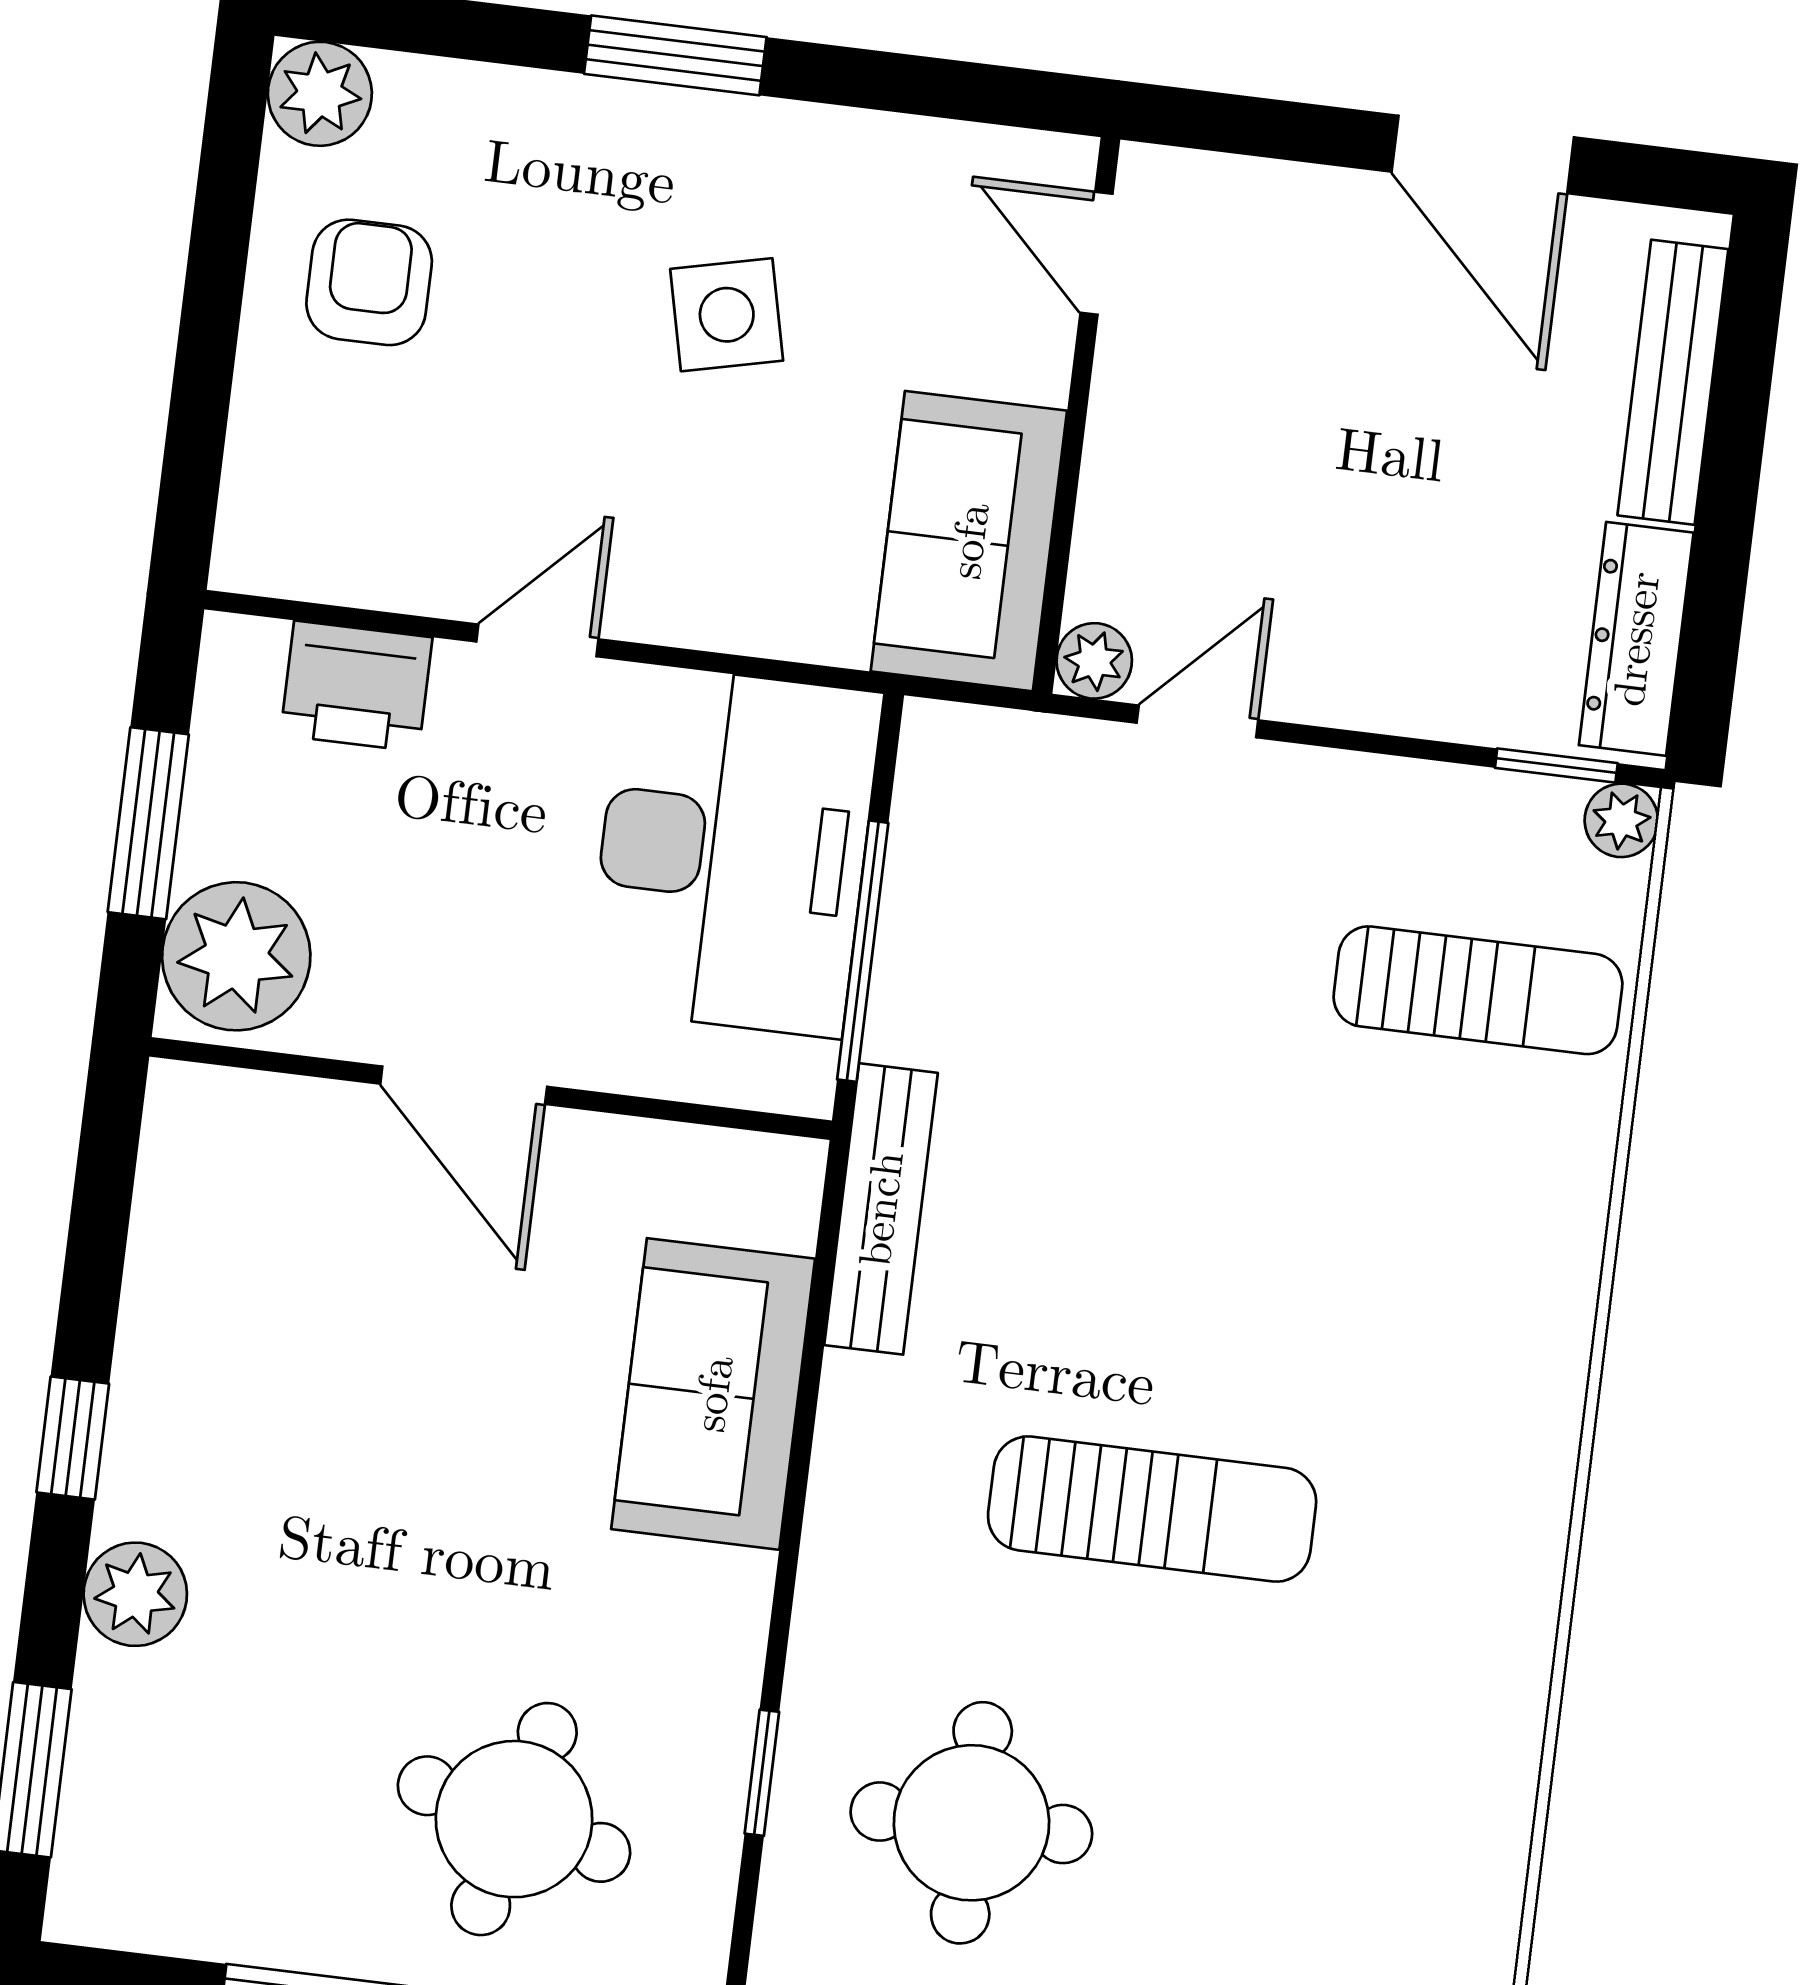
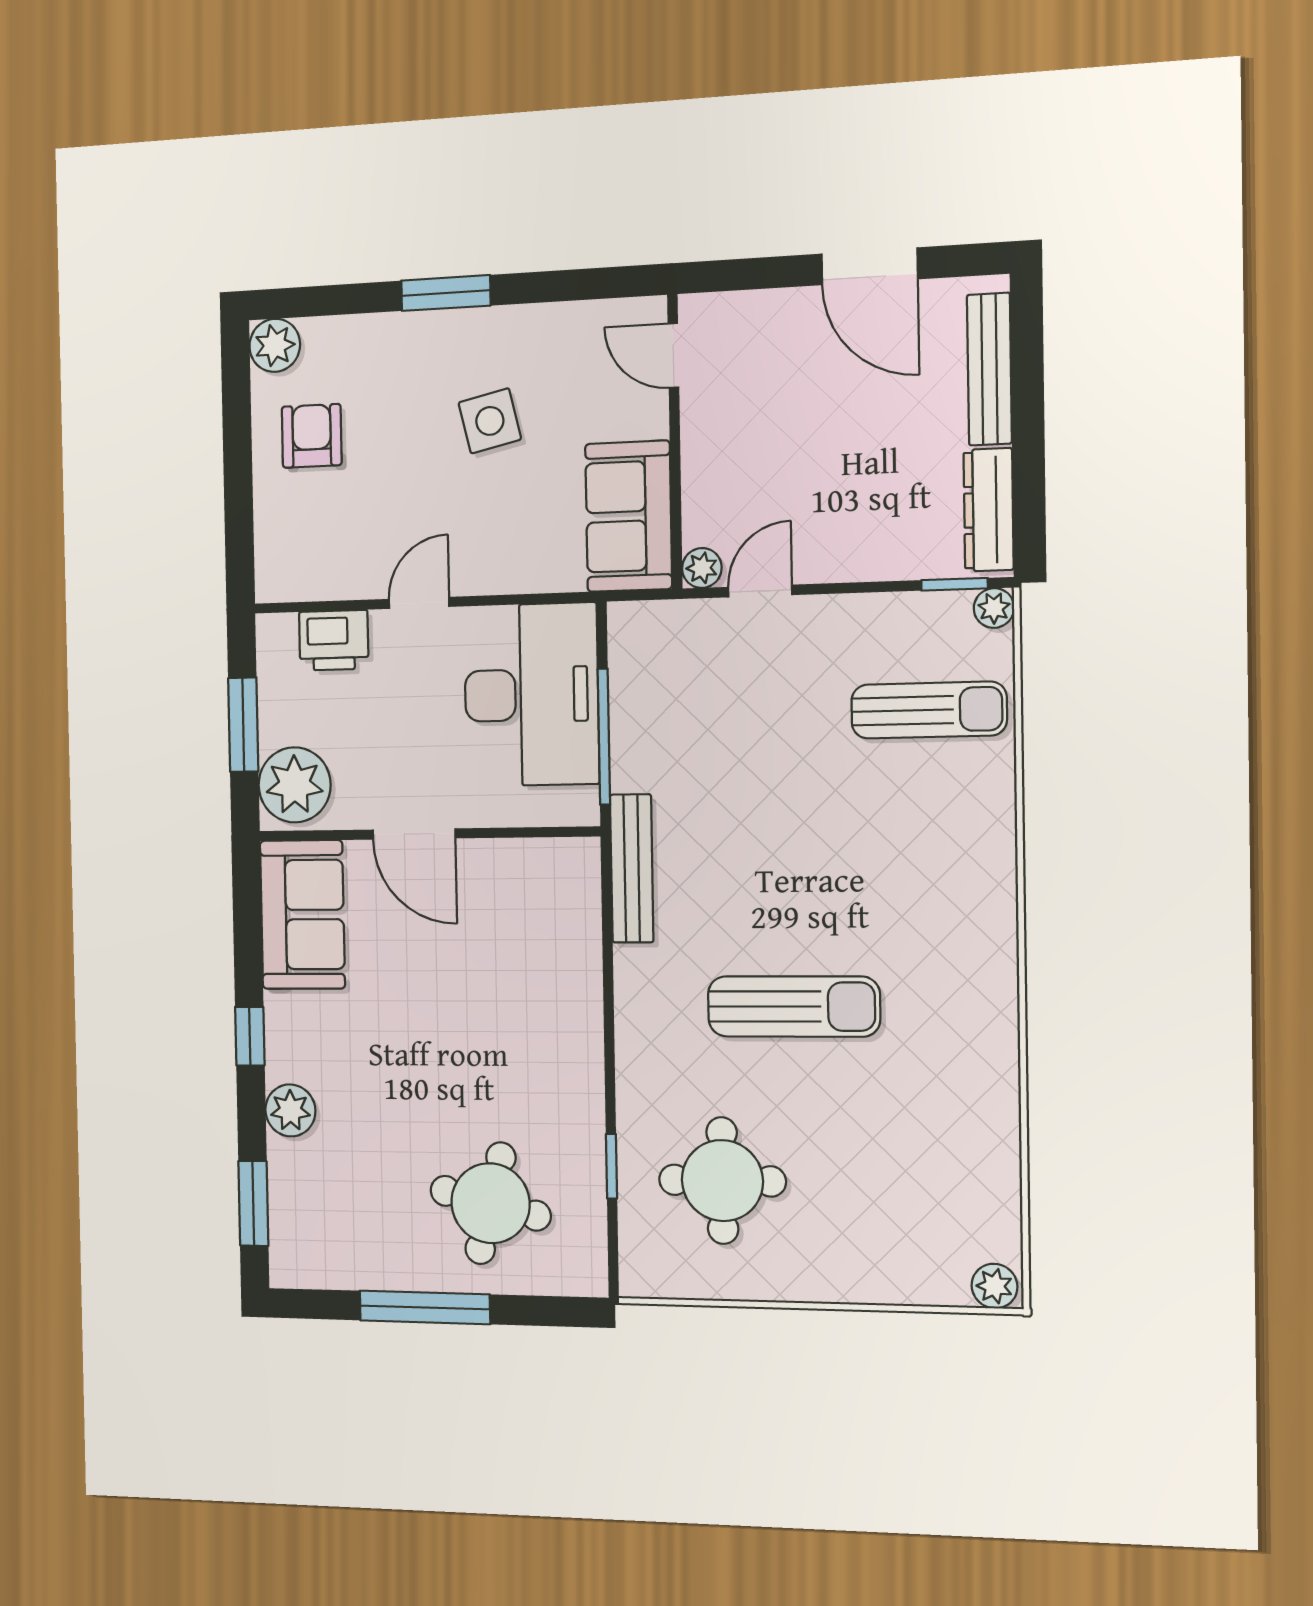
sofa: (713, 1394) -> (302, 915), moved, turned 180

